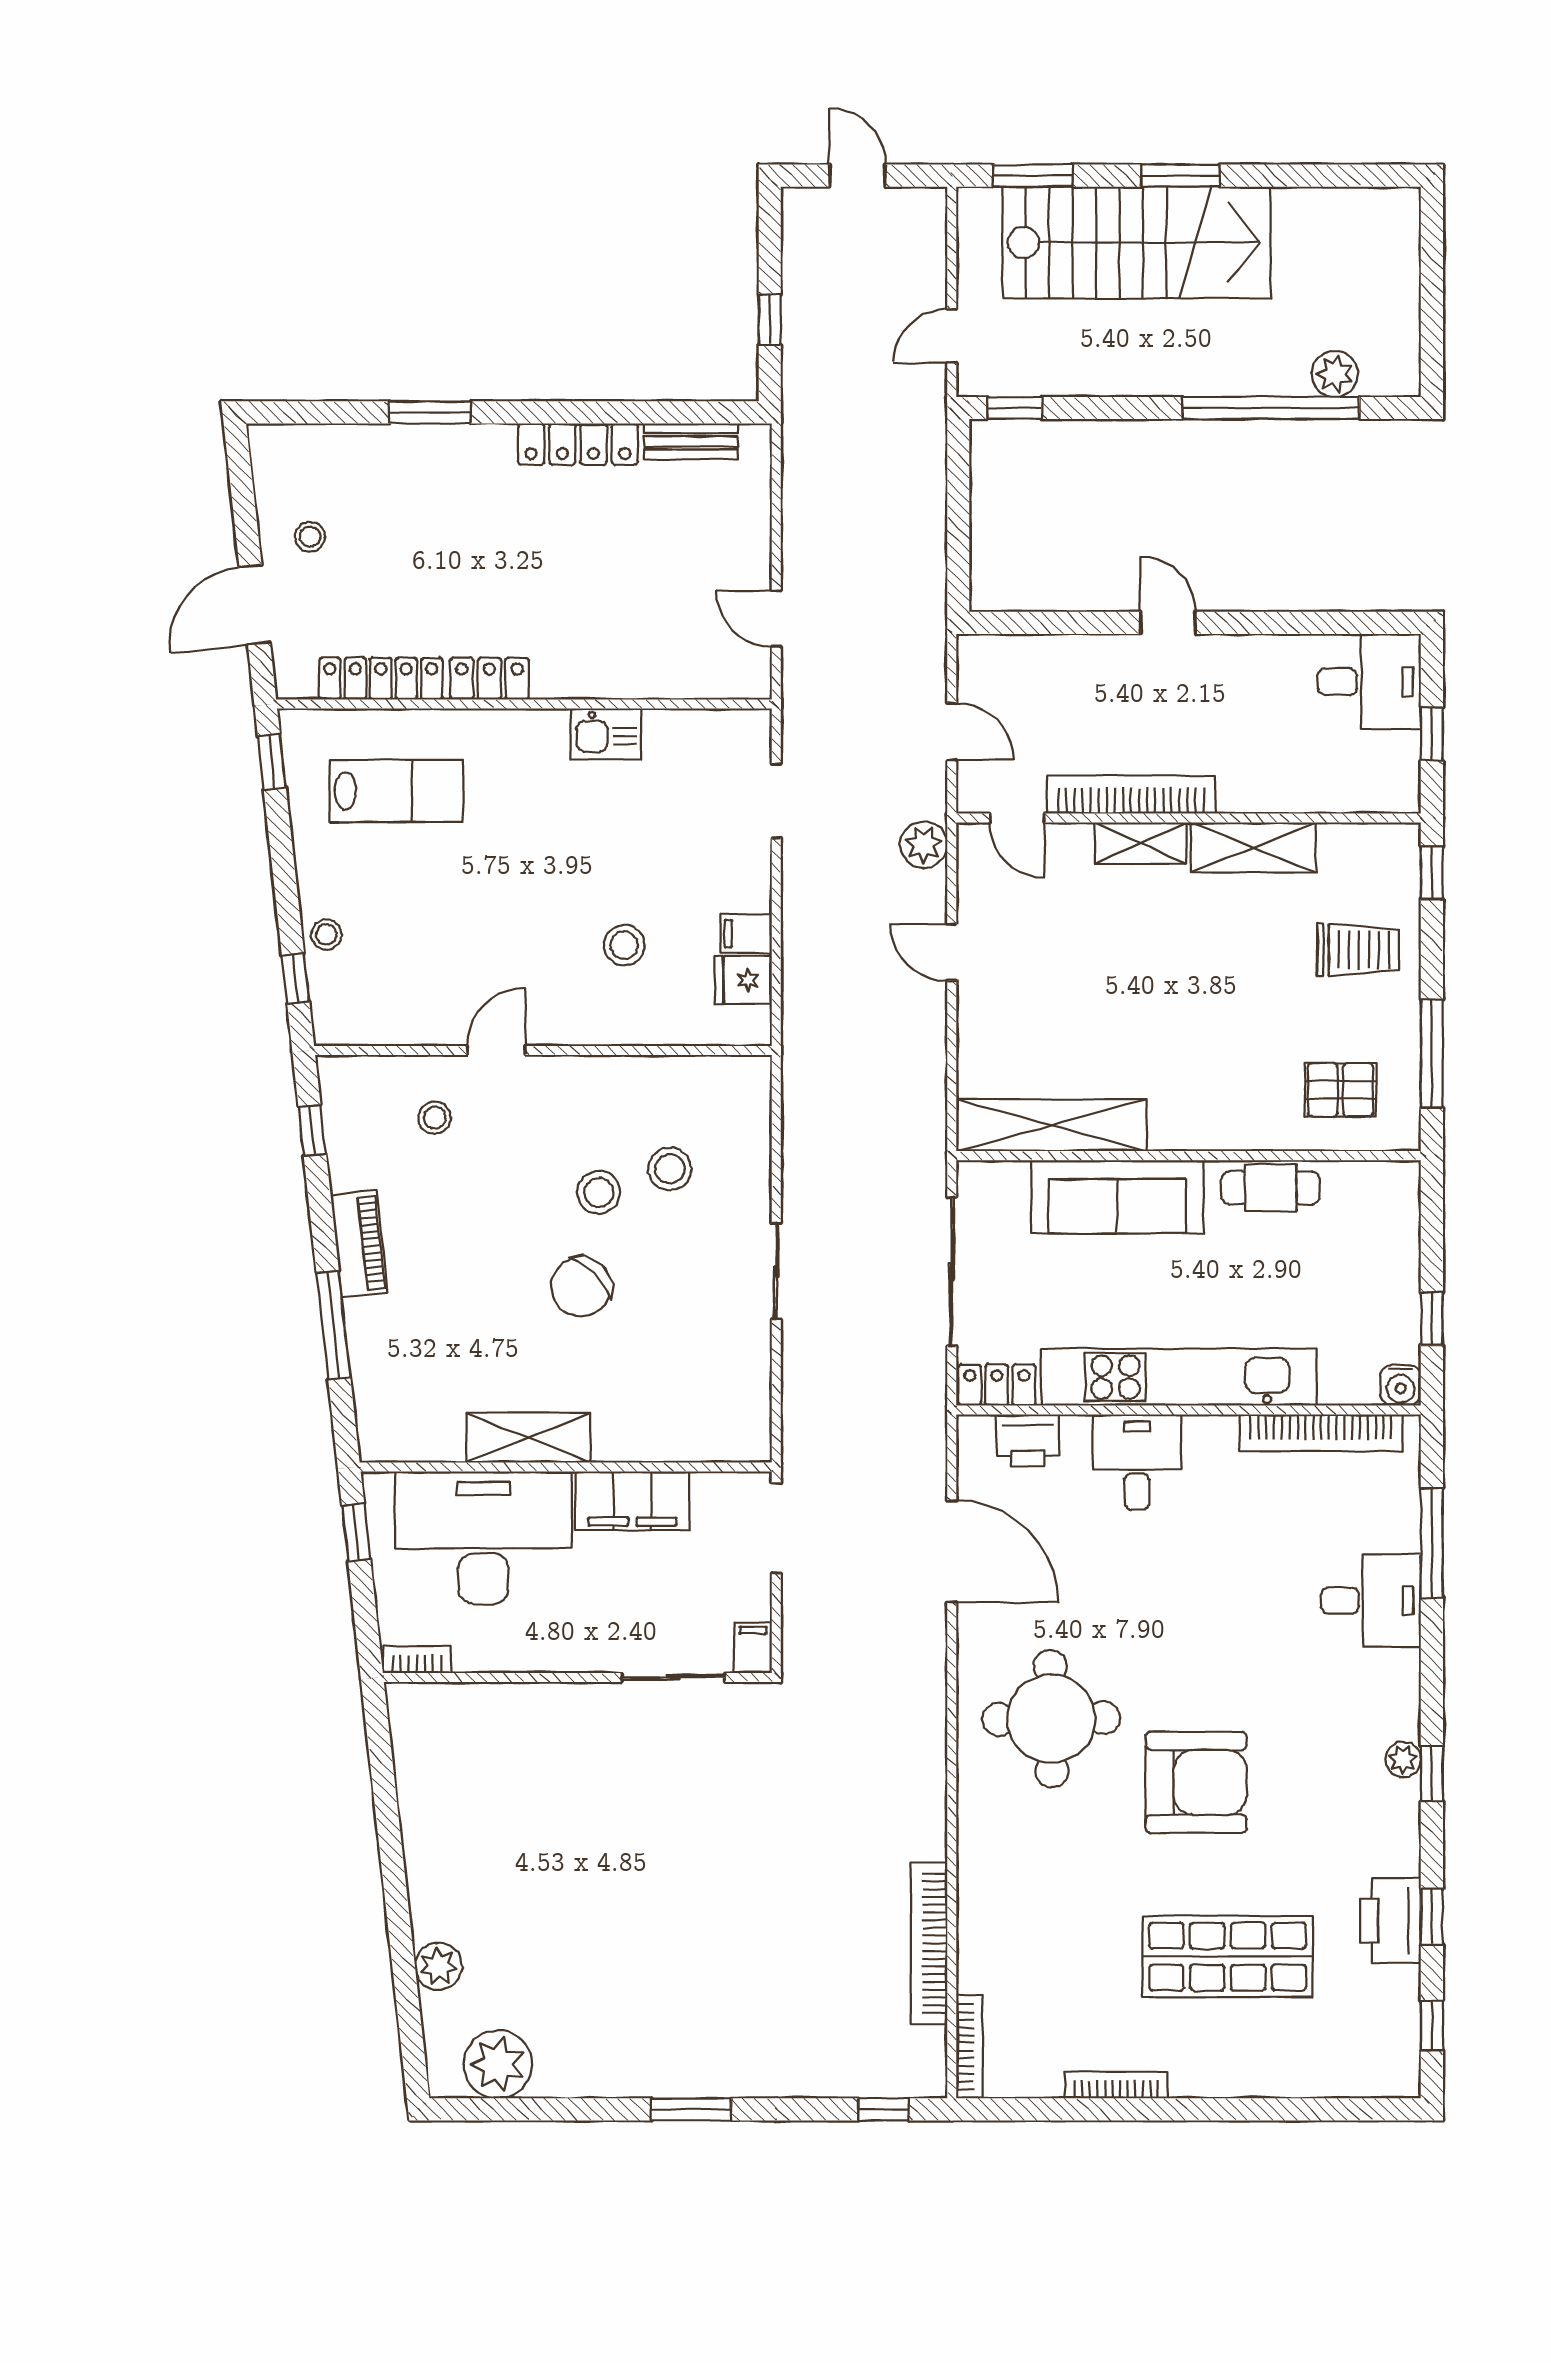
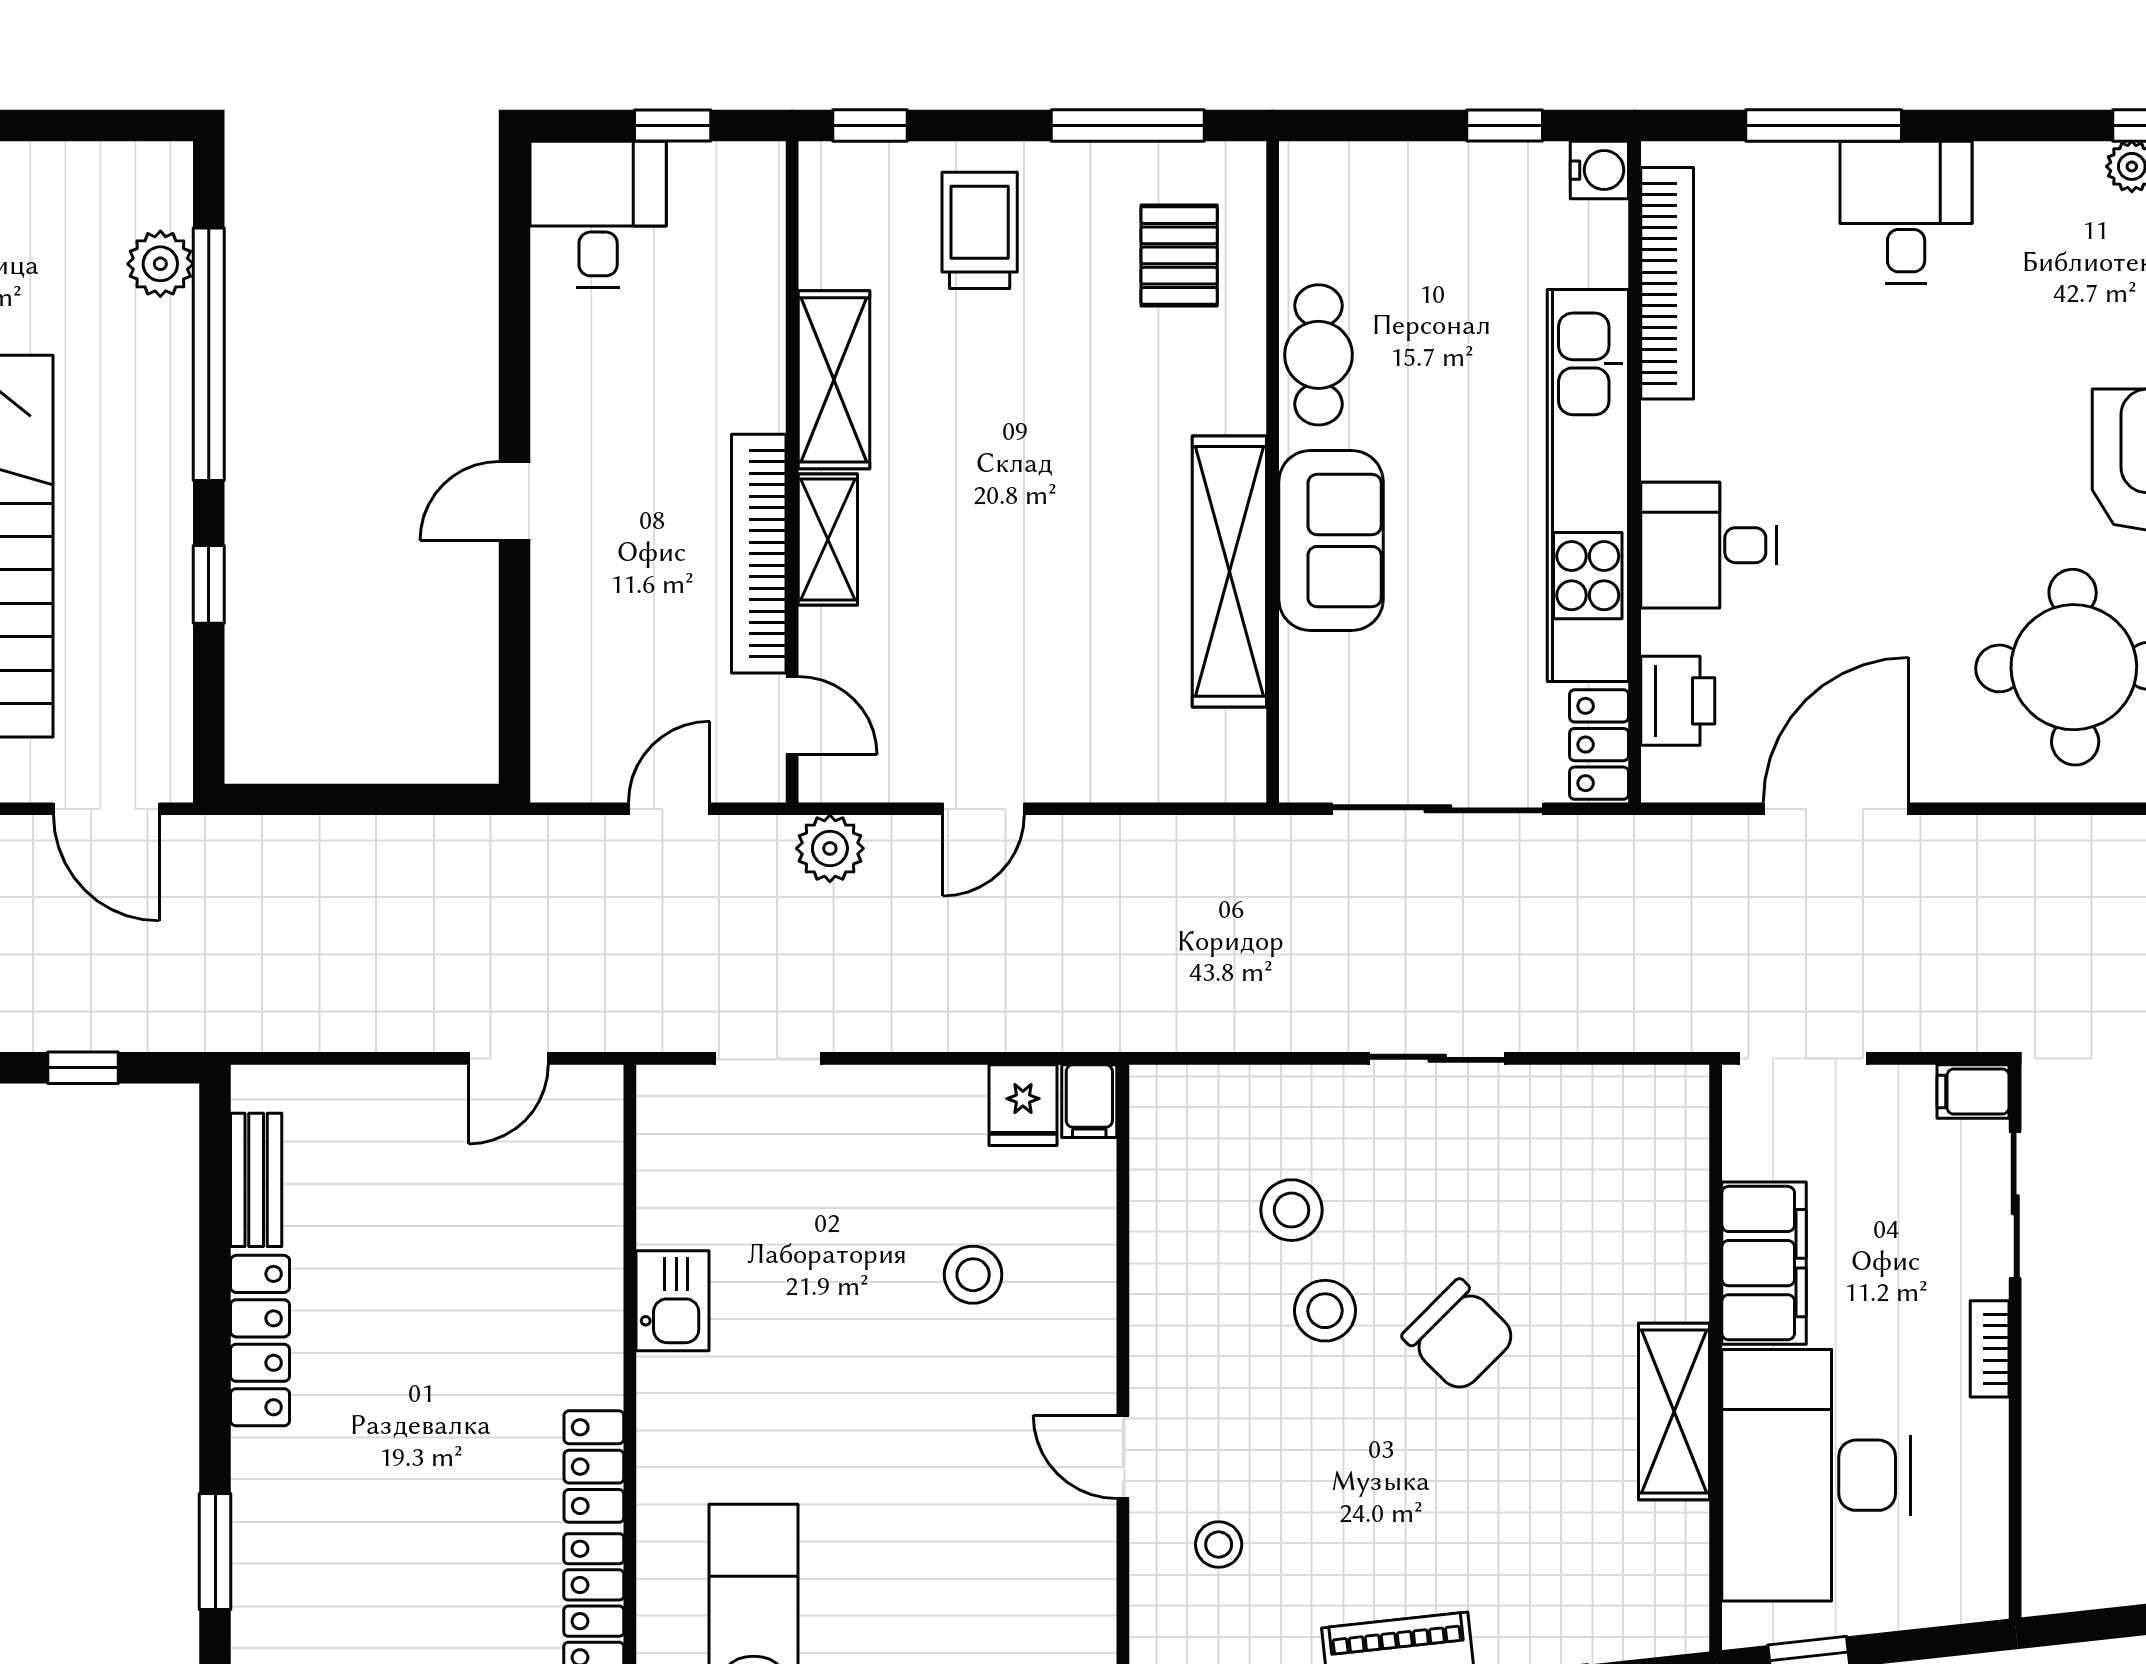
door: (952, 336) -> (106, 809), width x1.37
window: (1015, 408) -> (209, 584), moved
door: (1017, 818) -> (792, 716), hinge flipped
filing cabinet: (746, 934) -> (1089, 1101), moved
shelving: (1051, 1125) -> (1229, 571), moved
sofa: (1117, 1197) -> (1331, 541), width x0.73
bookcase: (417, 1659) -> (1990, 1349), moved

